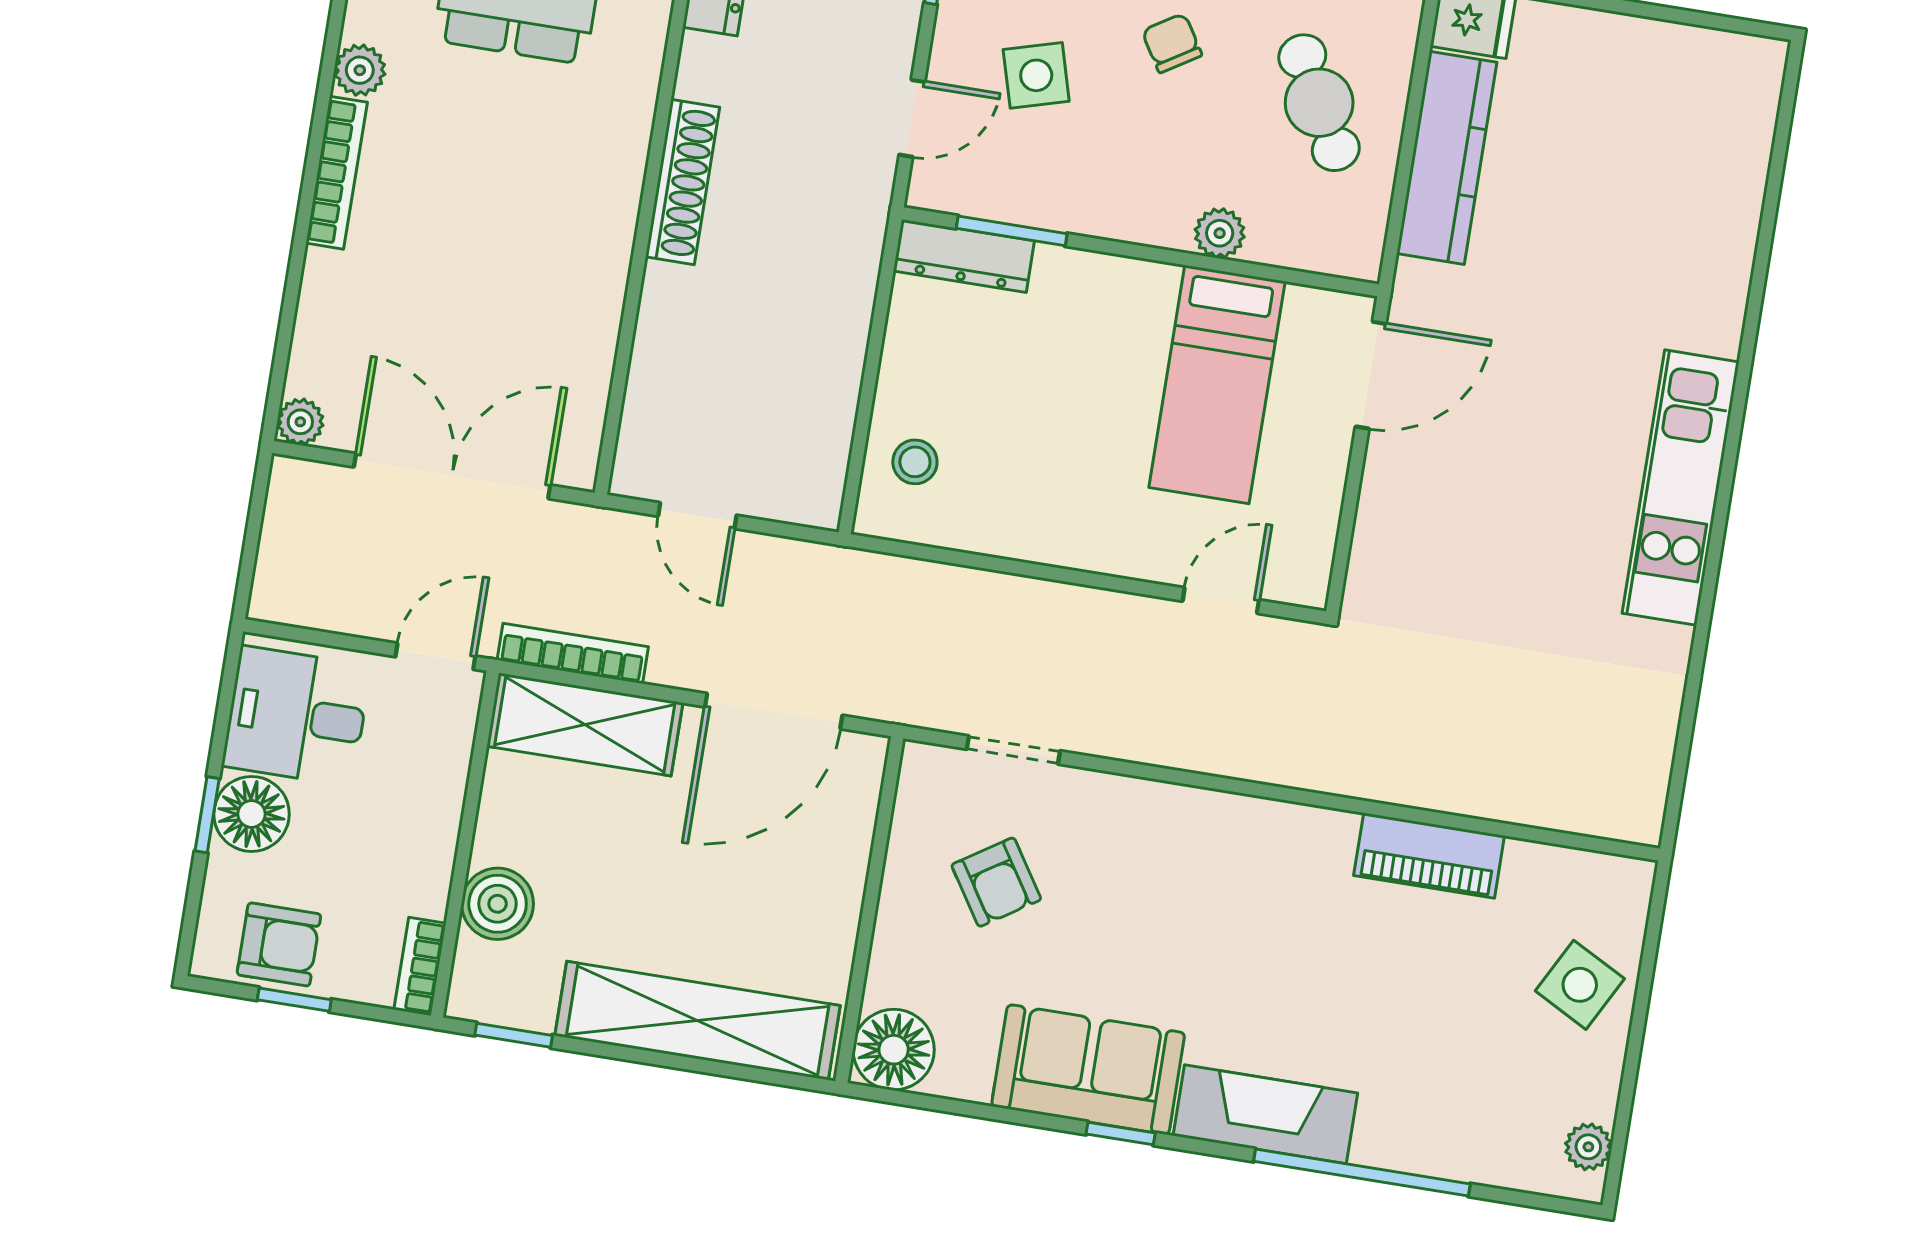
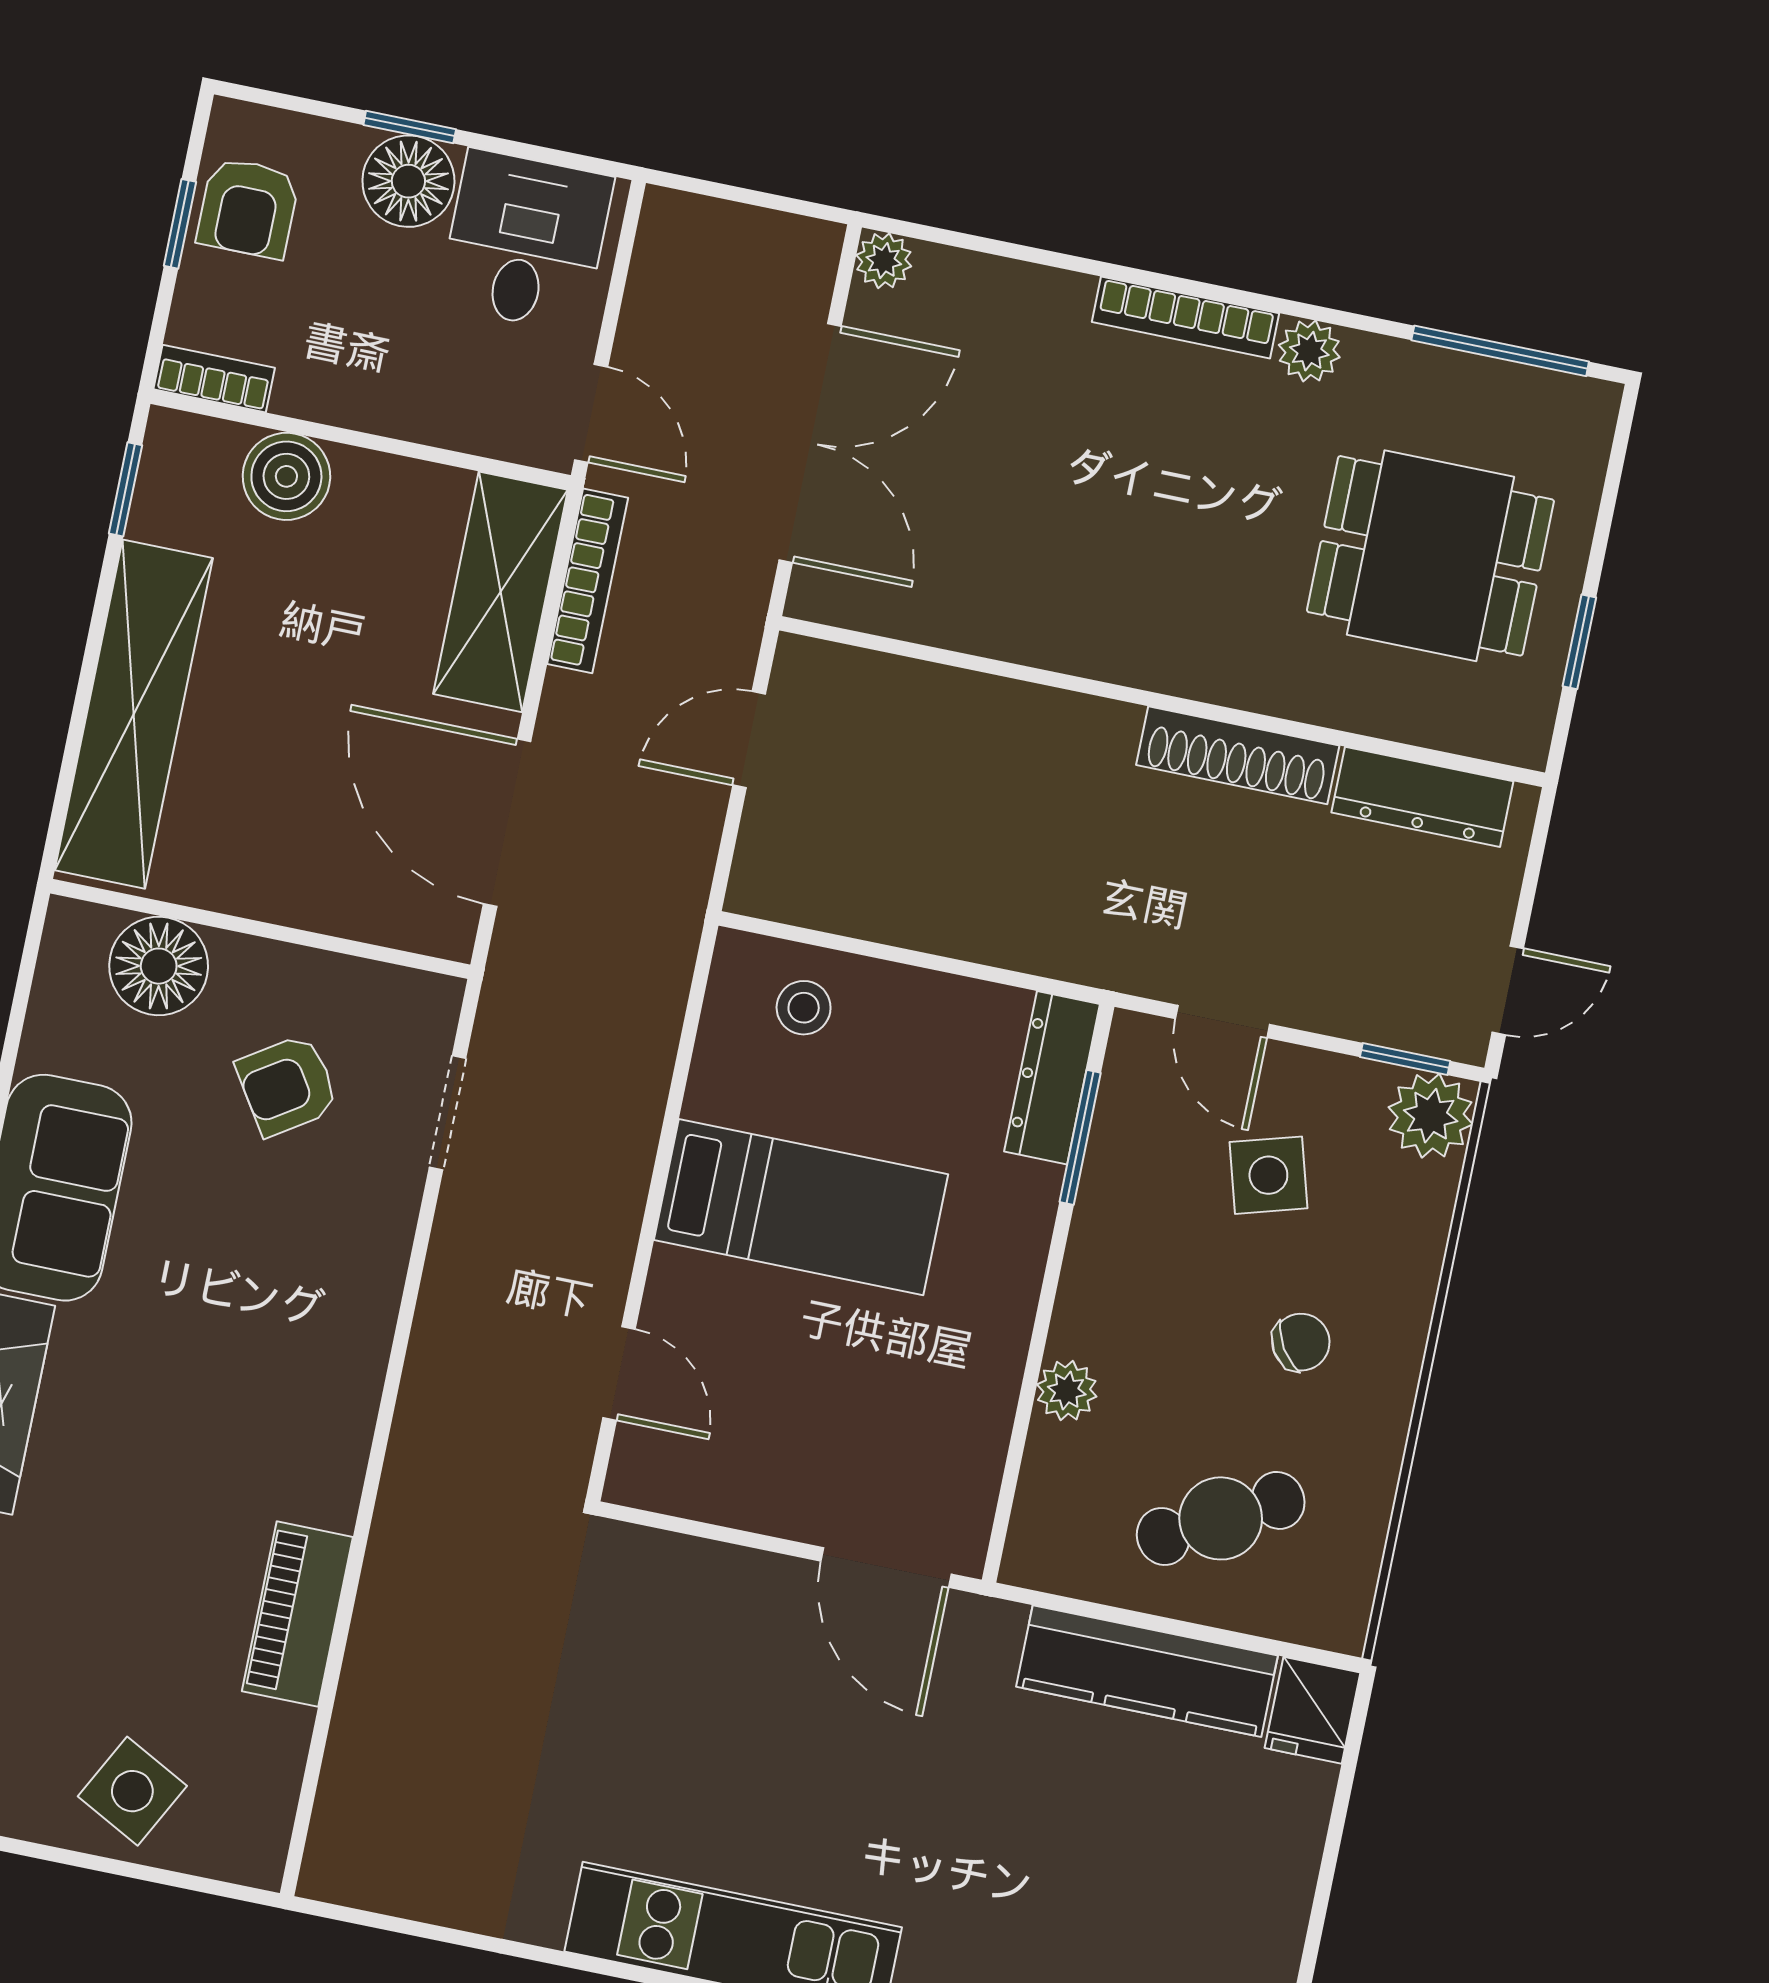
shoe rack: (682, 182) -> (1238, 755), moved
bed: (1217, 384) -> (801, 1207), moved, turned 180
floor lamp: (894, 1050) -> (159, 966), moved

